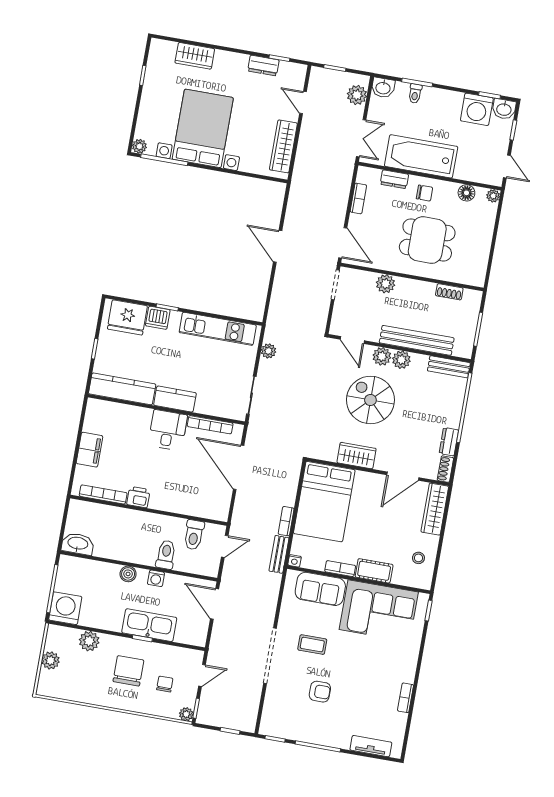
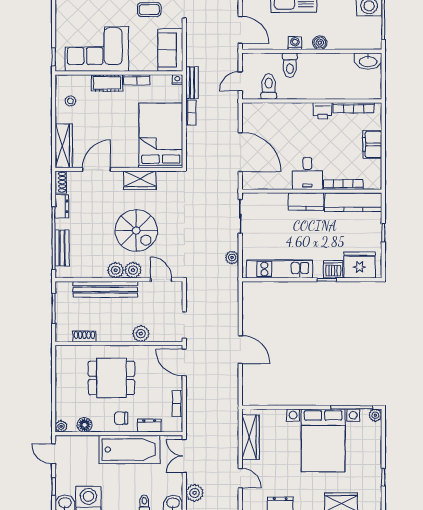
bench: (449, 367) -> (62, 248), moved, turned 90
bookcase: (210, 425) -> (343, 185), moved
sofa: (320, 589) -> (170, 50), moved, turned -90

